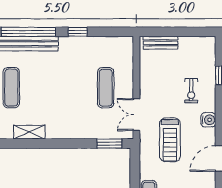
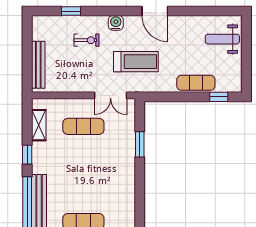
bench: (161, 43) -> (38, 65), width x1.36
shelving: (29, 132) -> (39, 125), moved
window: (109, 144) -> (140, 144), moved

